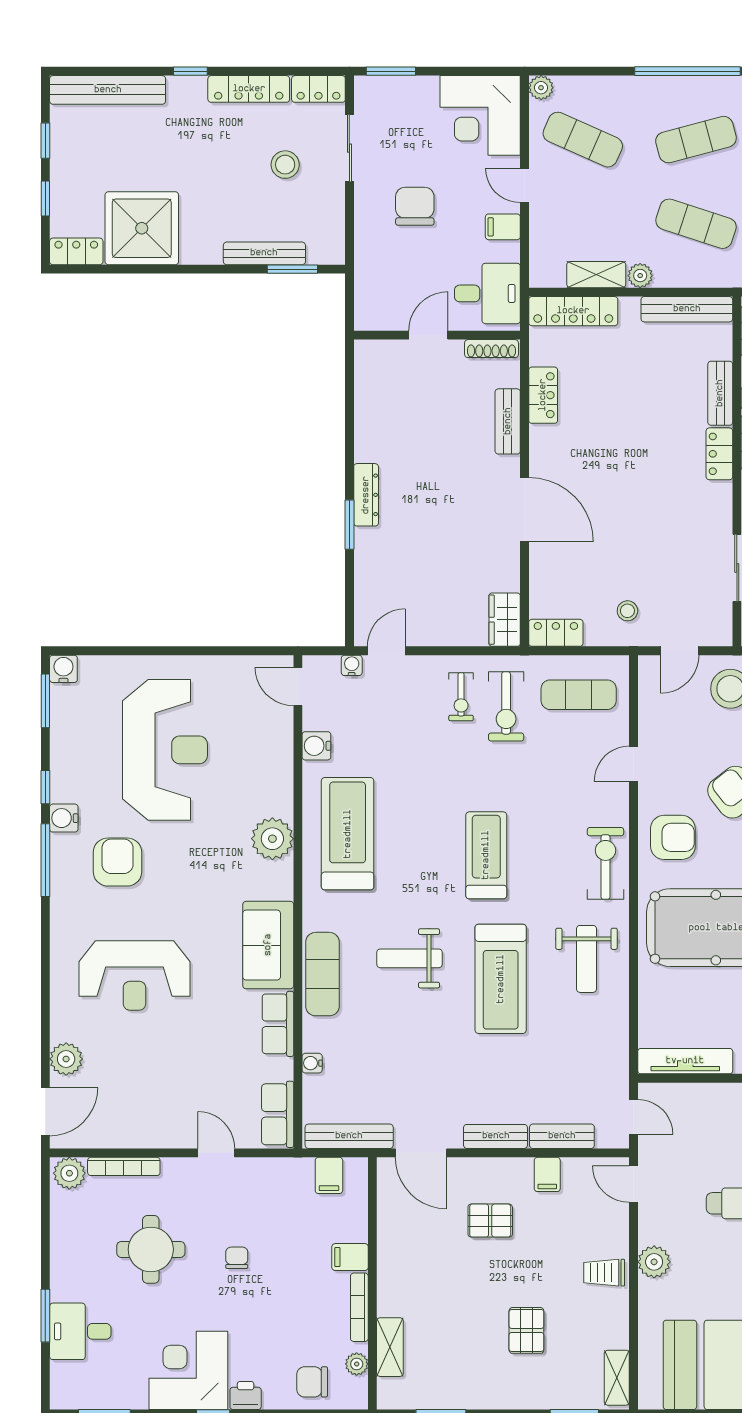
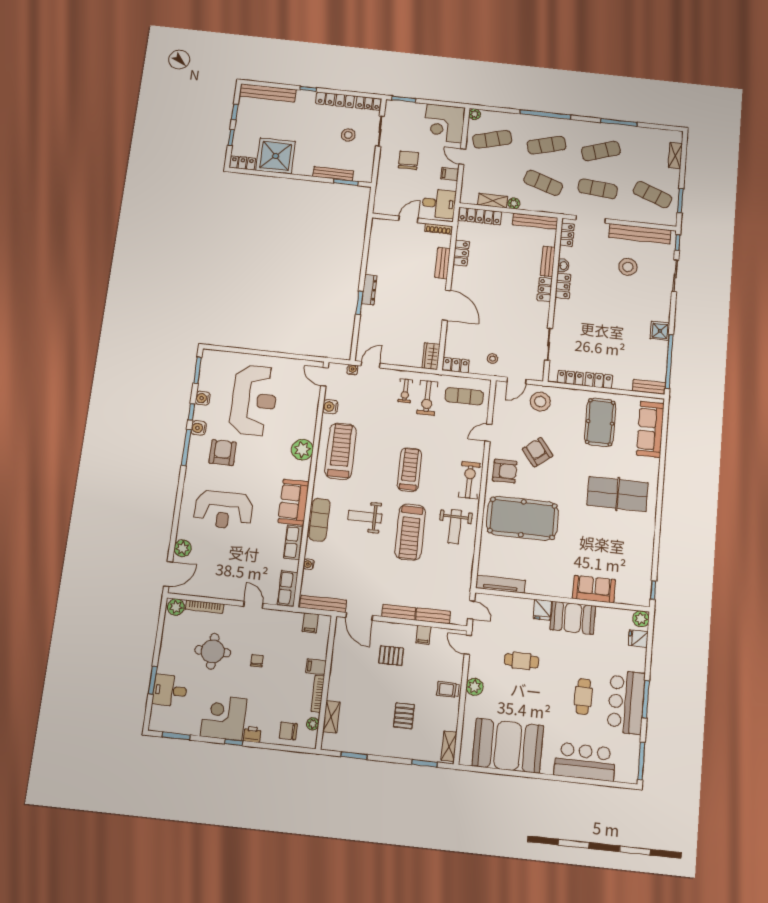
exercise mat: (583, 140) -> (492, 139), turned -39
water cooler: (63, 669) -> (203, 398), moved, turned -90

